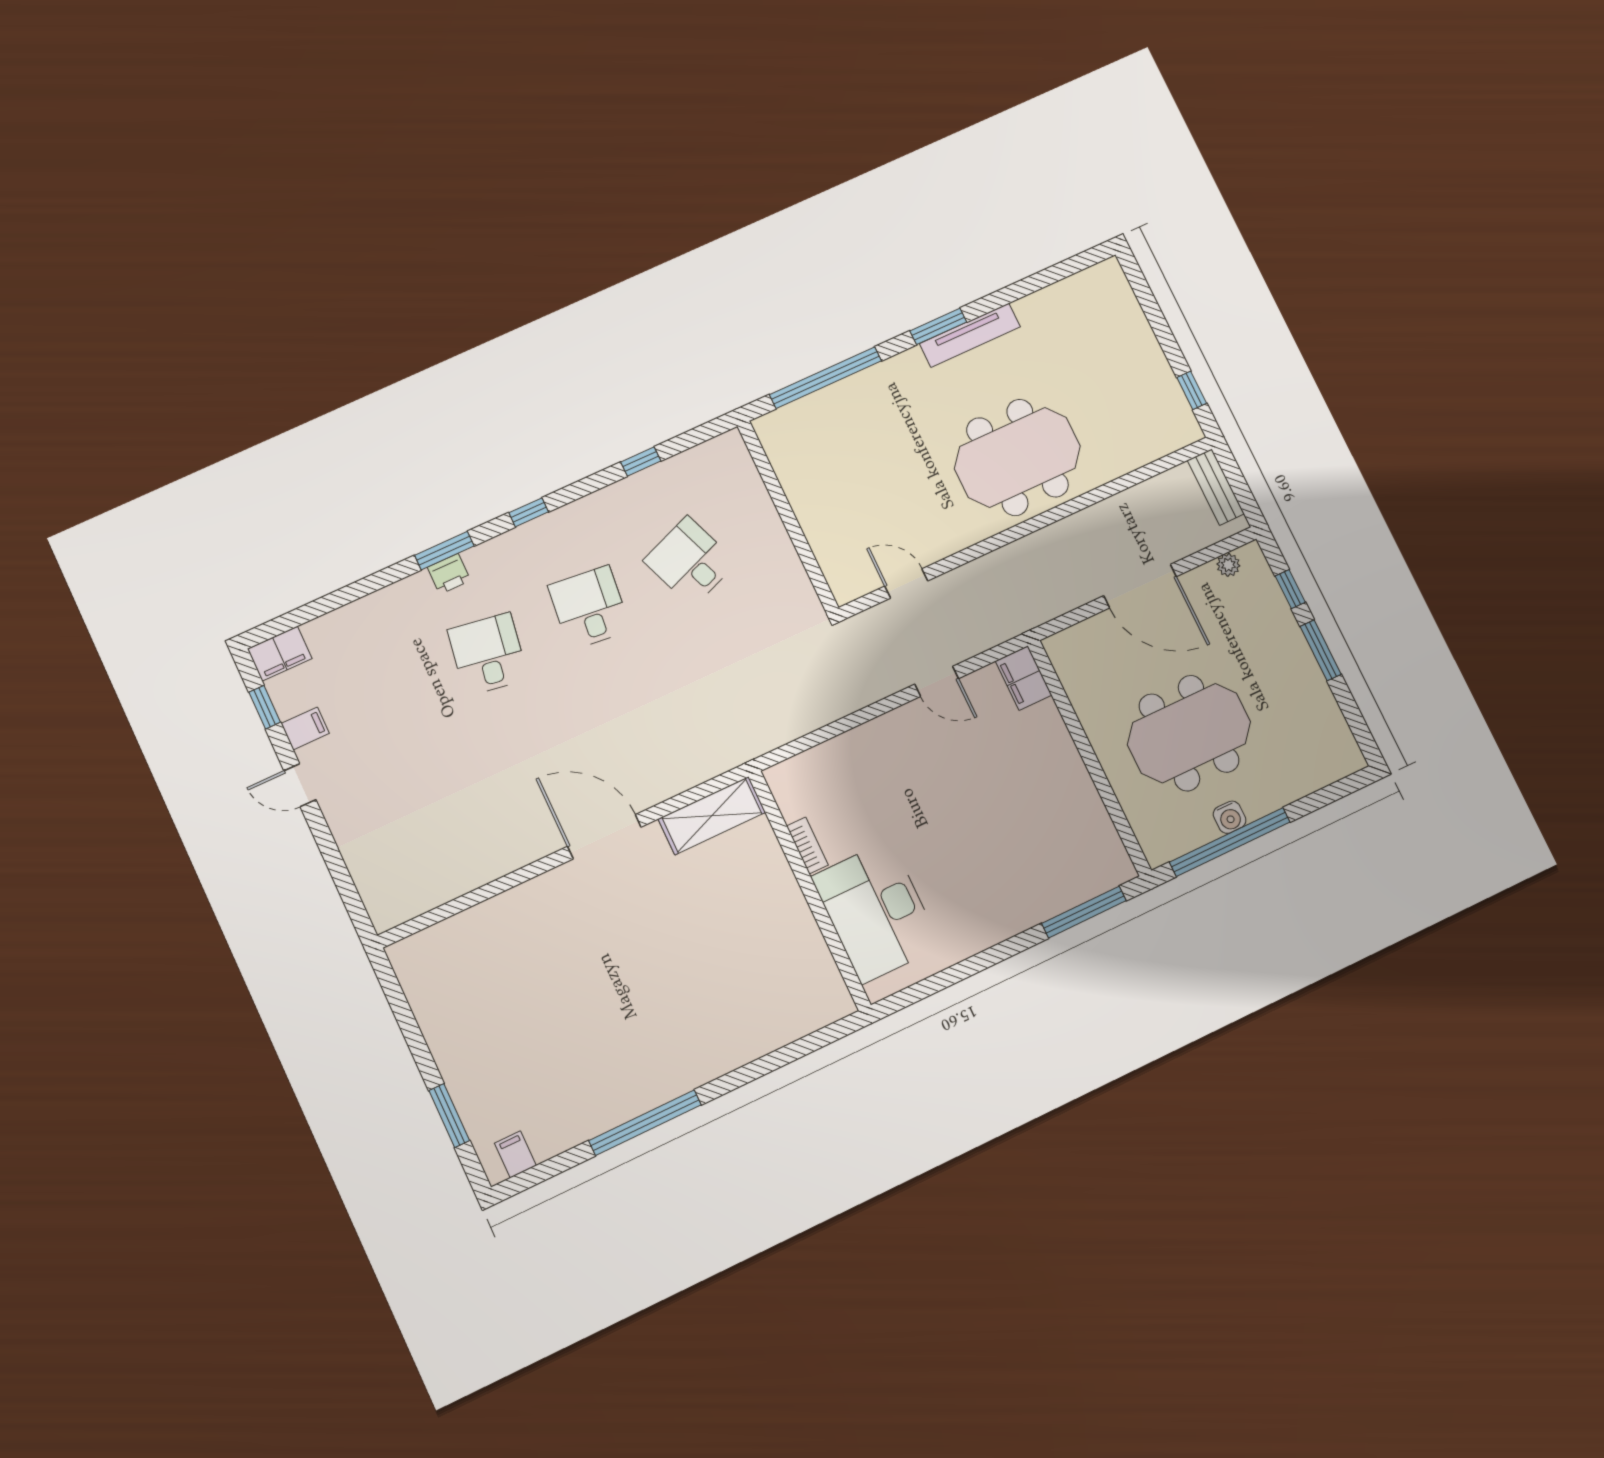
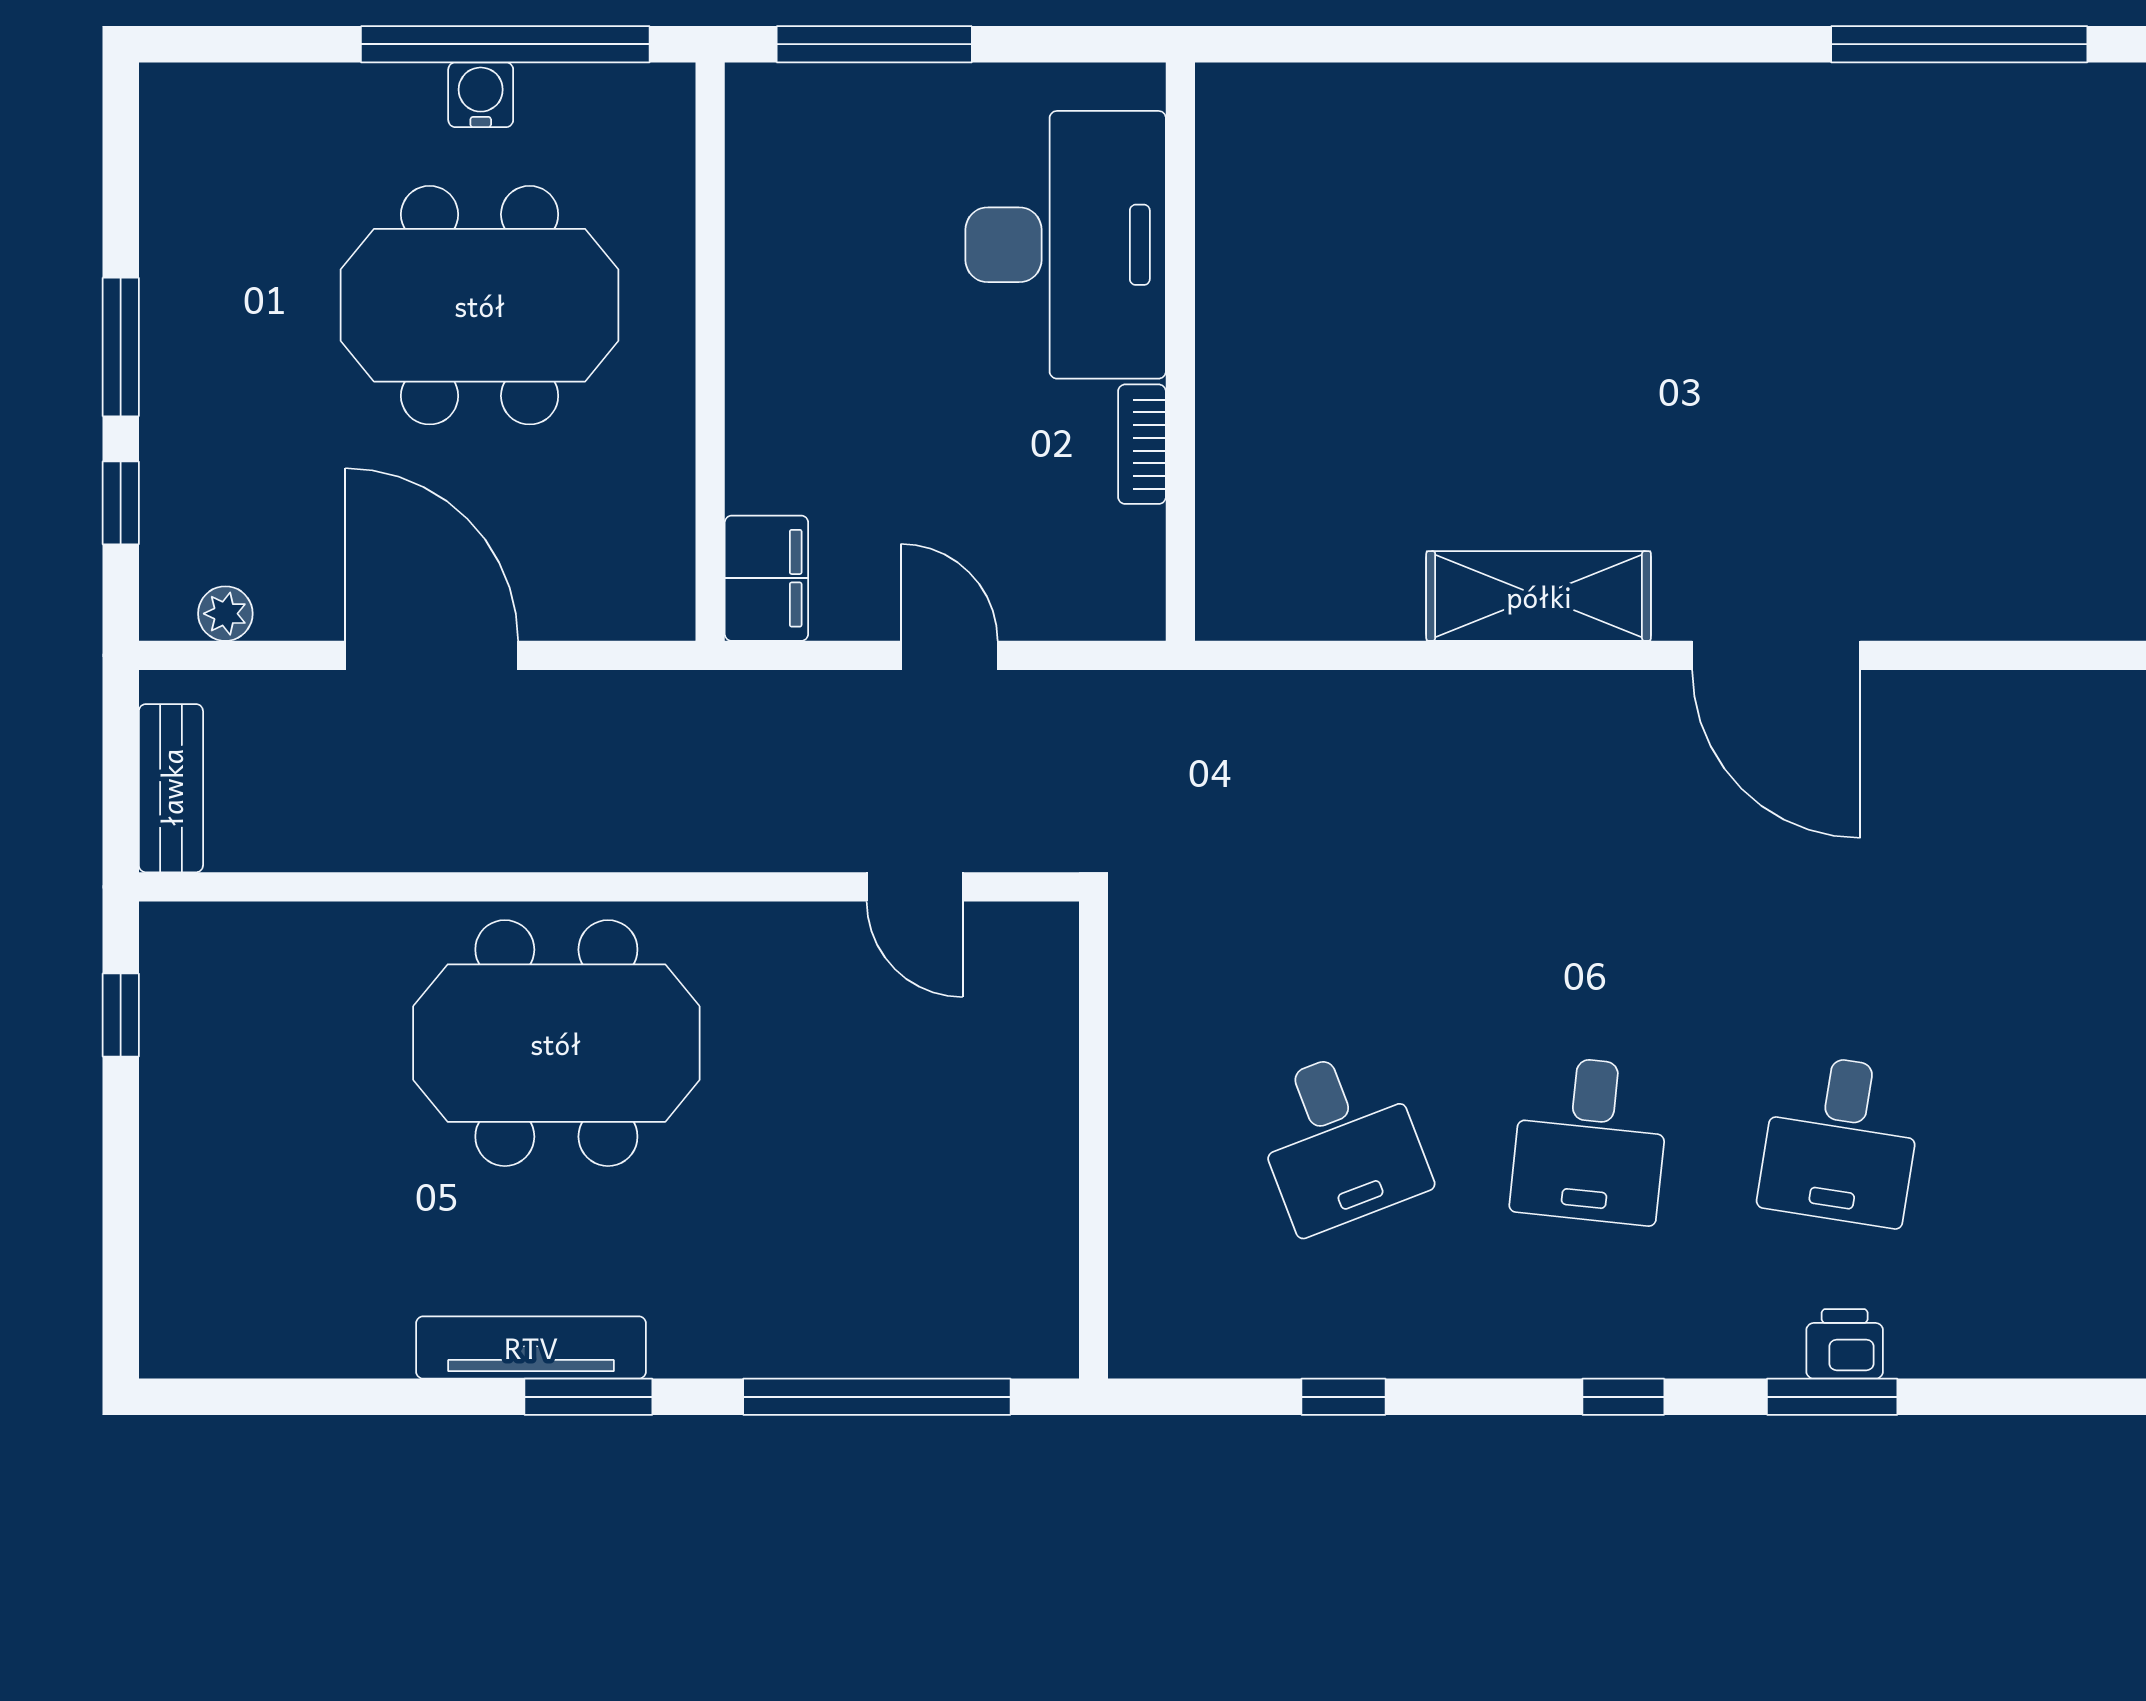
bookcase: (807, 846) -> (1142, 444), moved
wall: (809, 890) -> (1180, 352), moved
desk: (876, 912) -> (1066, 245), moved

